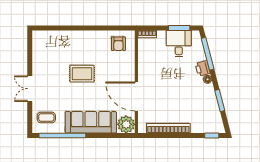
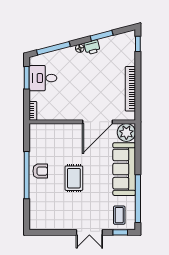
window: (85, 28) -> (27, 175), added
armchair: (118, 44) -> (40, 171), moved
printer: (203, 68) -> (92, 47), moved
window: (30, 118) -> (120, 232), added

